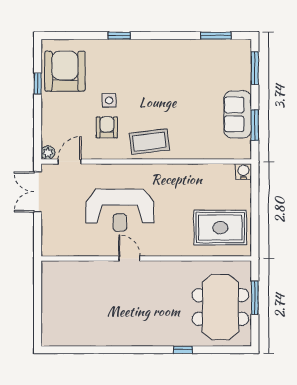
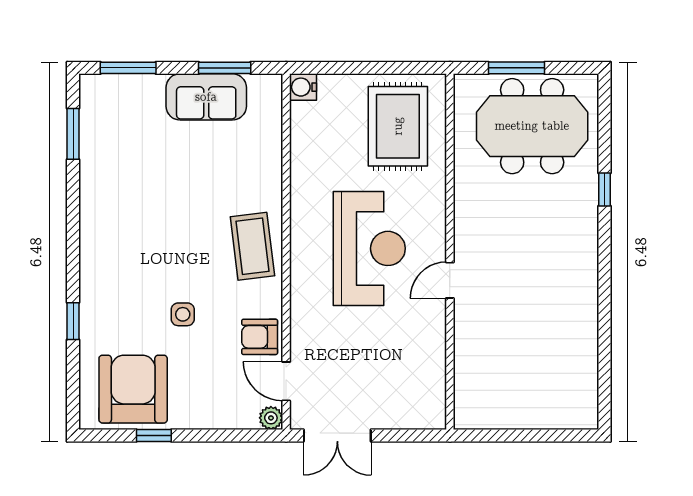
window: (119, 36) -> (73, 321), moved
armchair: (65, 71) -> (133, 389), turned 90
armchair: (107, 127) -> (260, 337), moved
reception desk: (120, 210) -> (369, 248), moved

